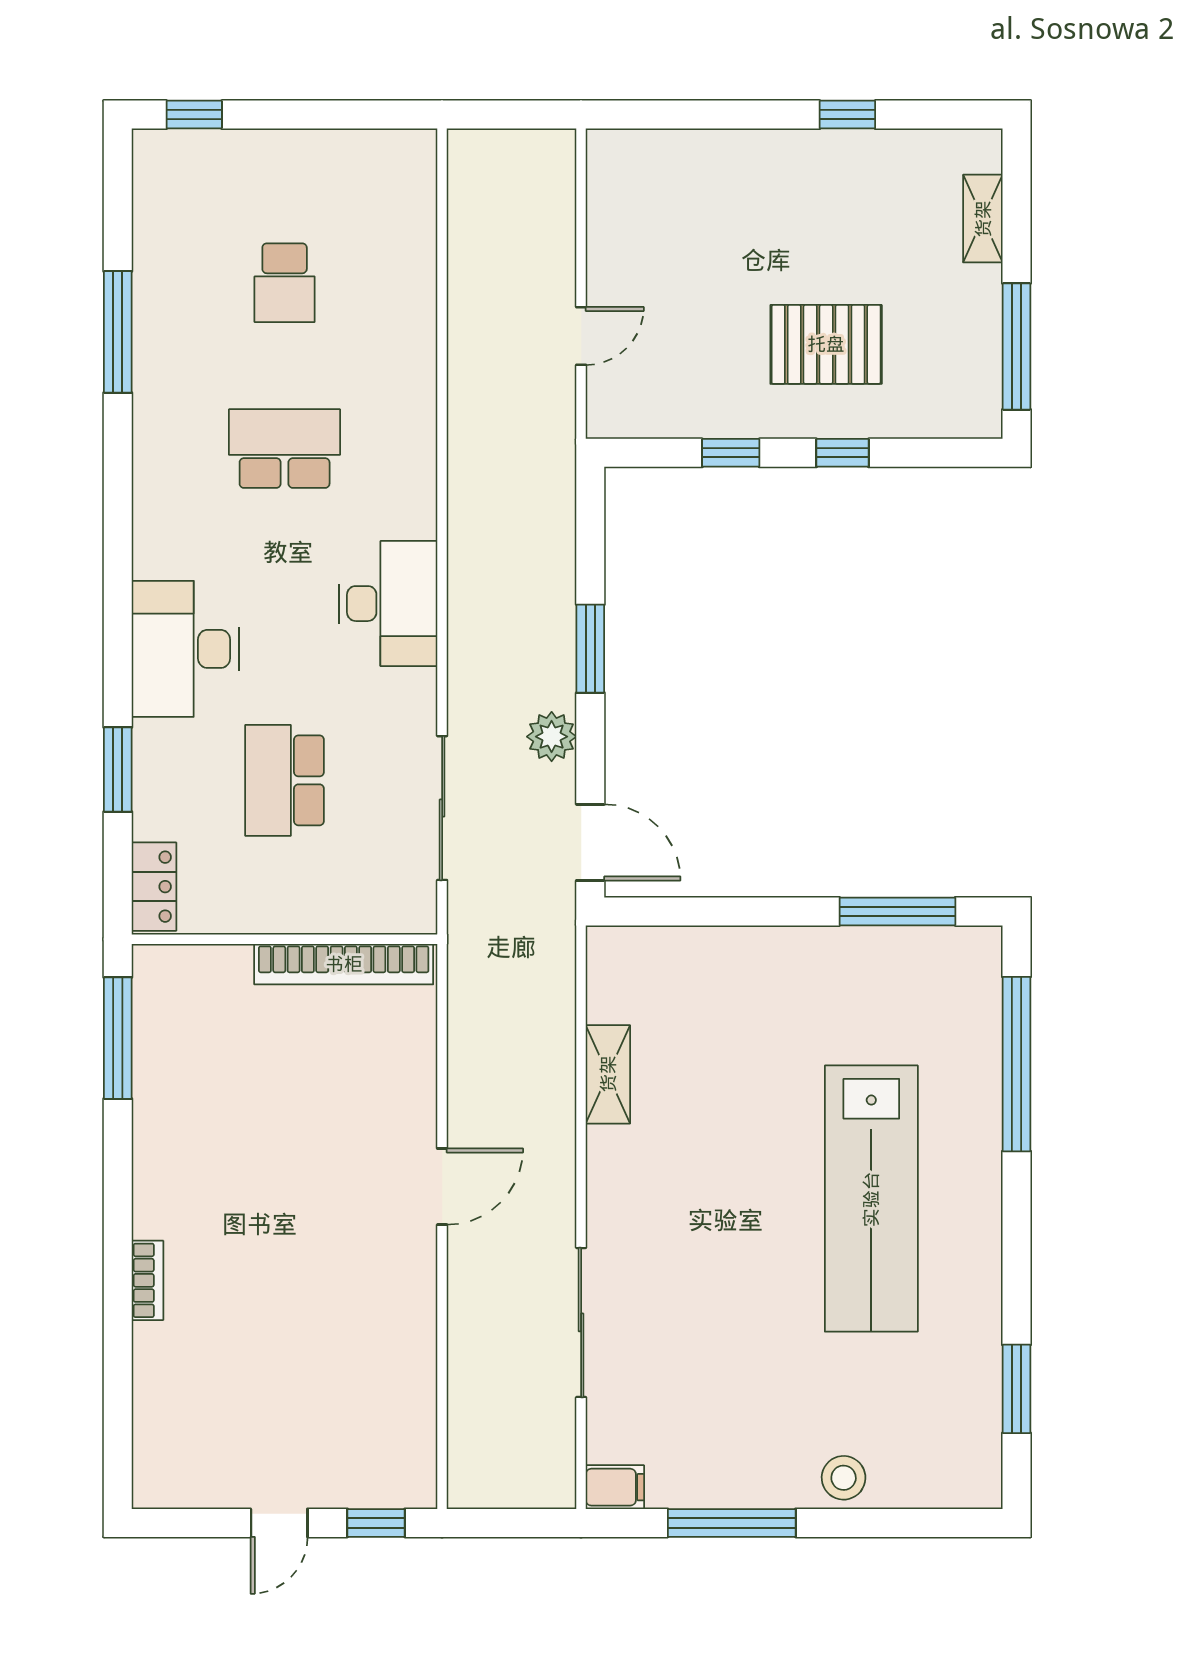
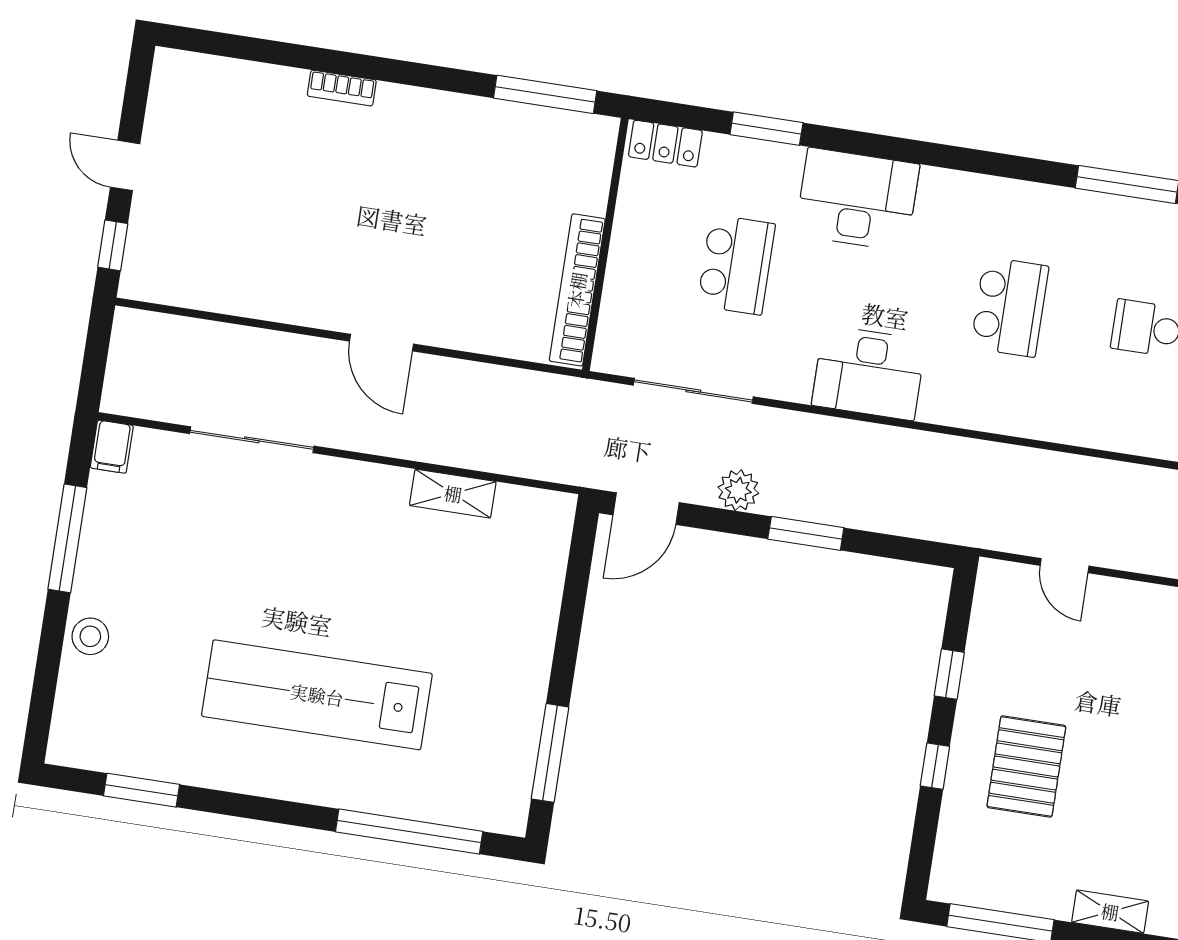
school desk: (285, 780) -> (736, 265), turned 90

